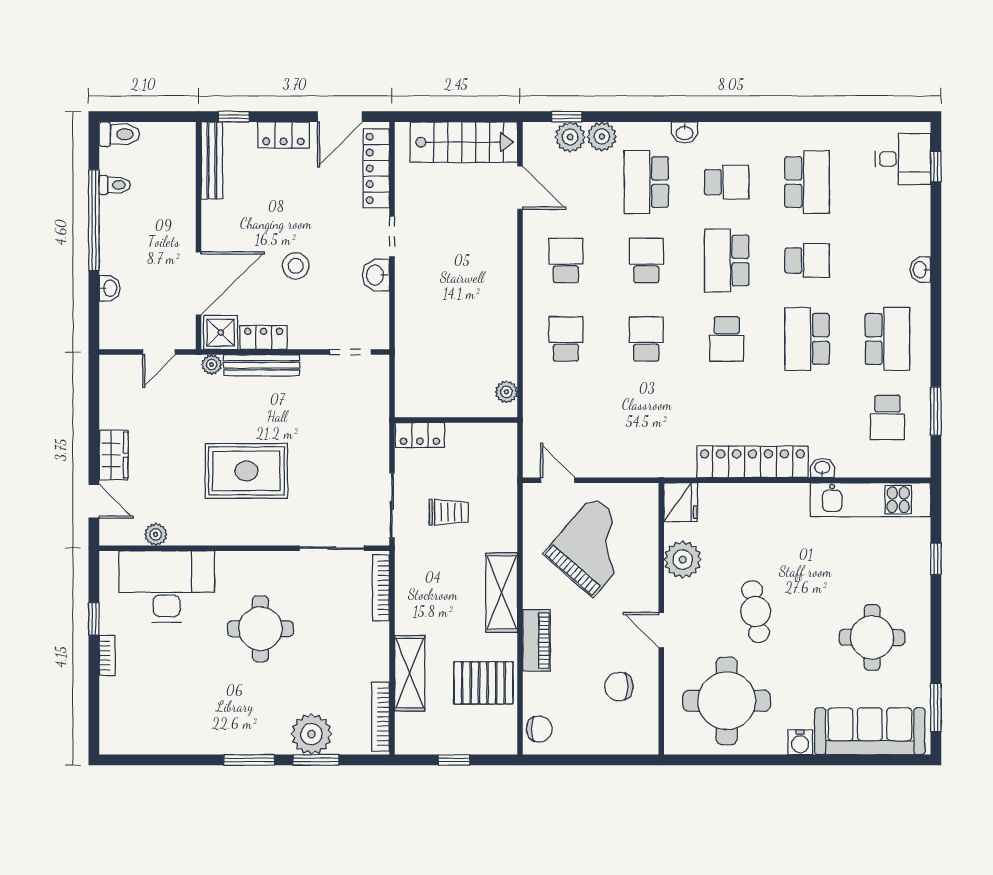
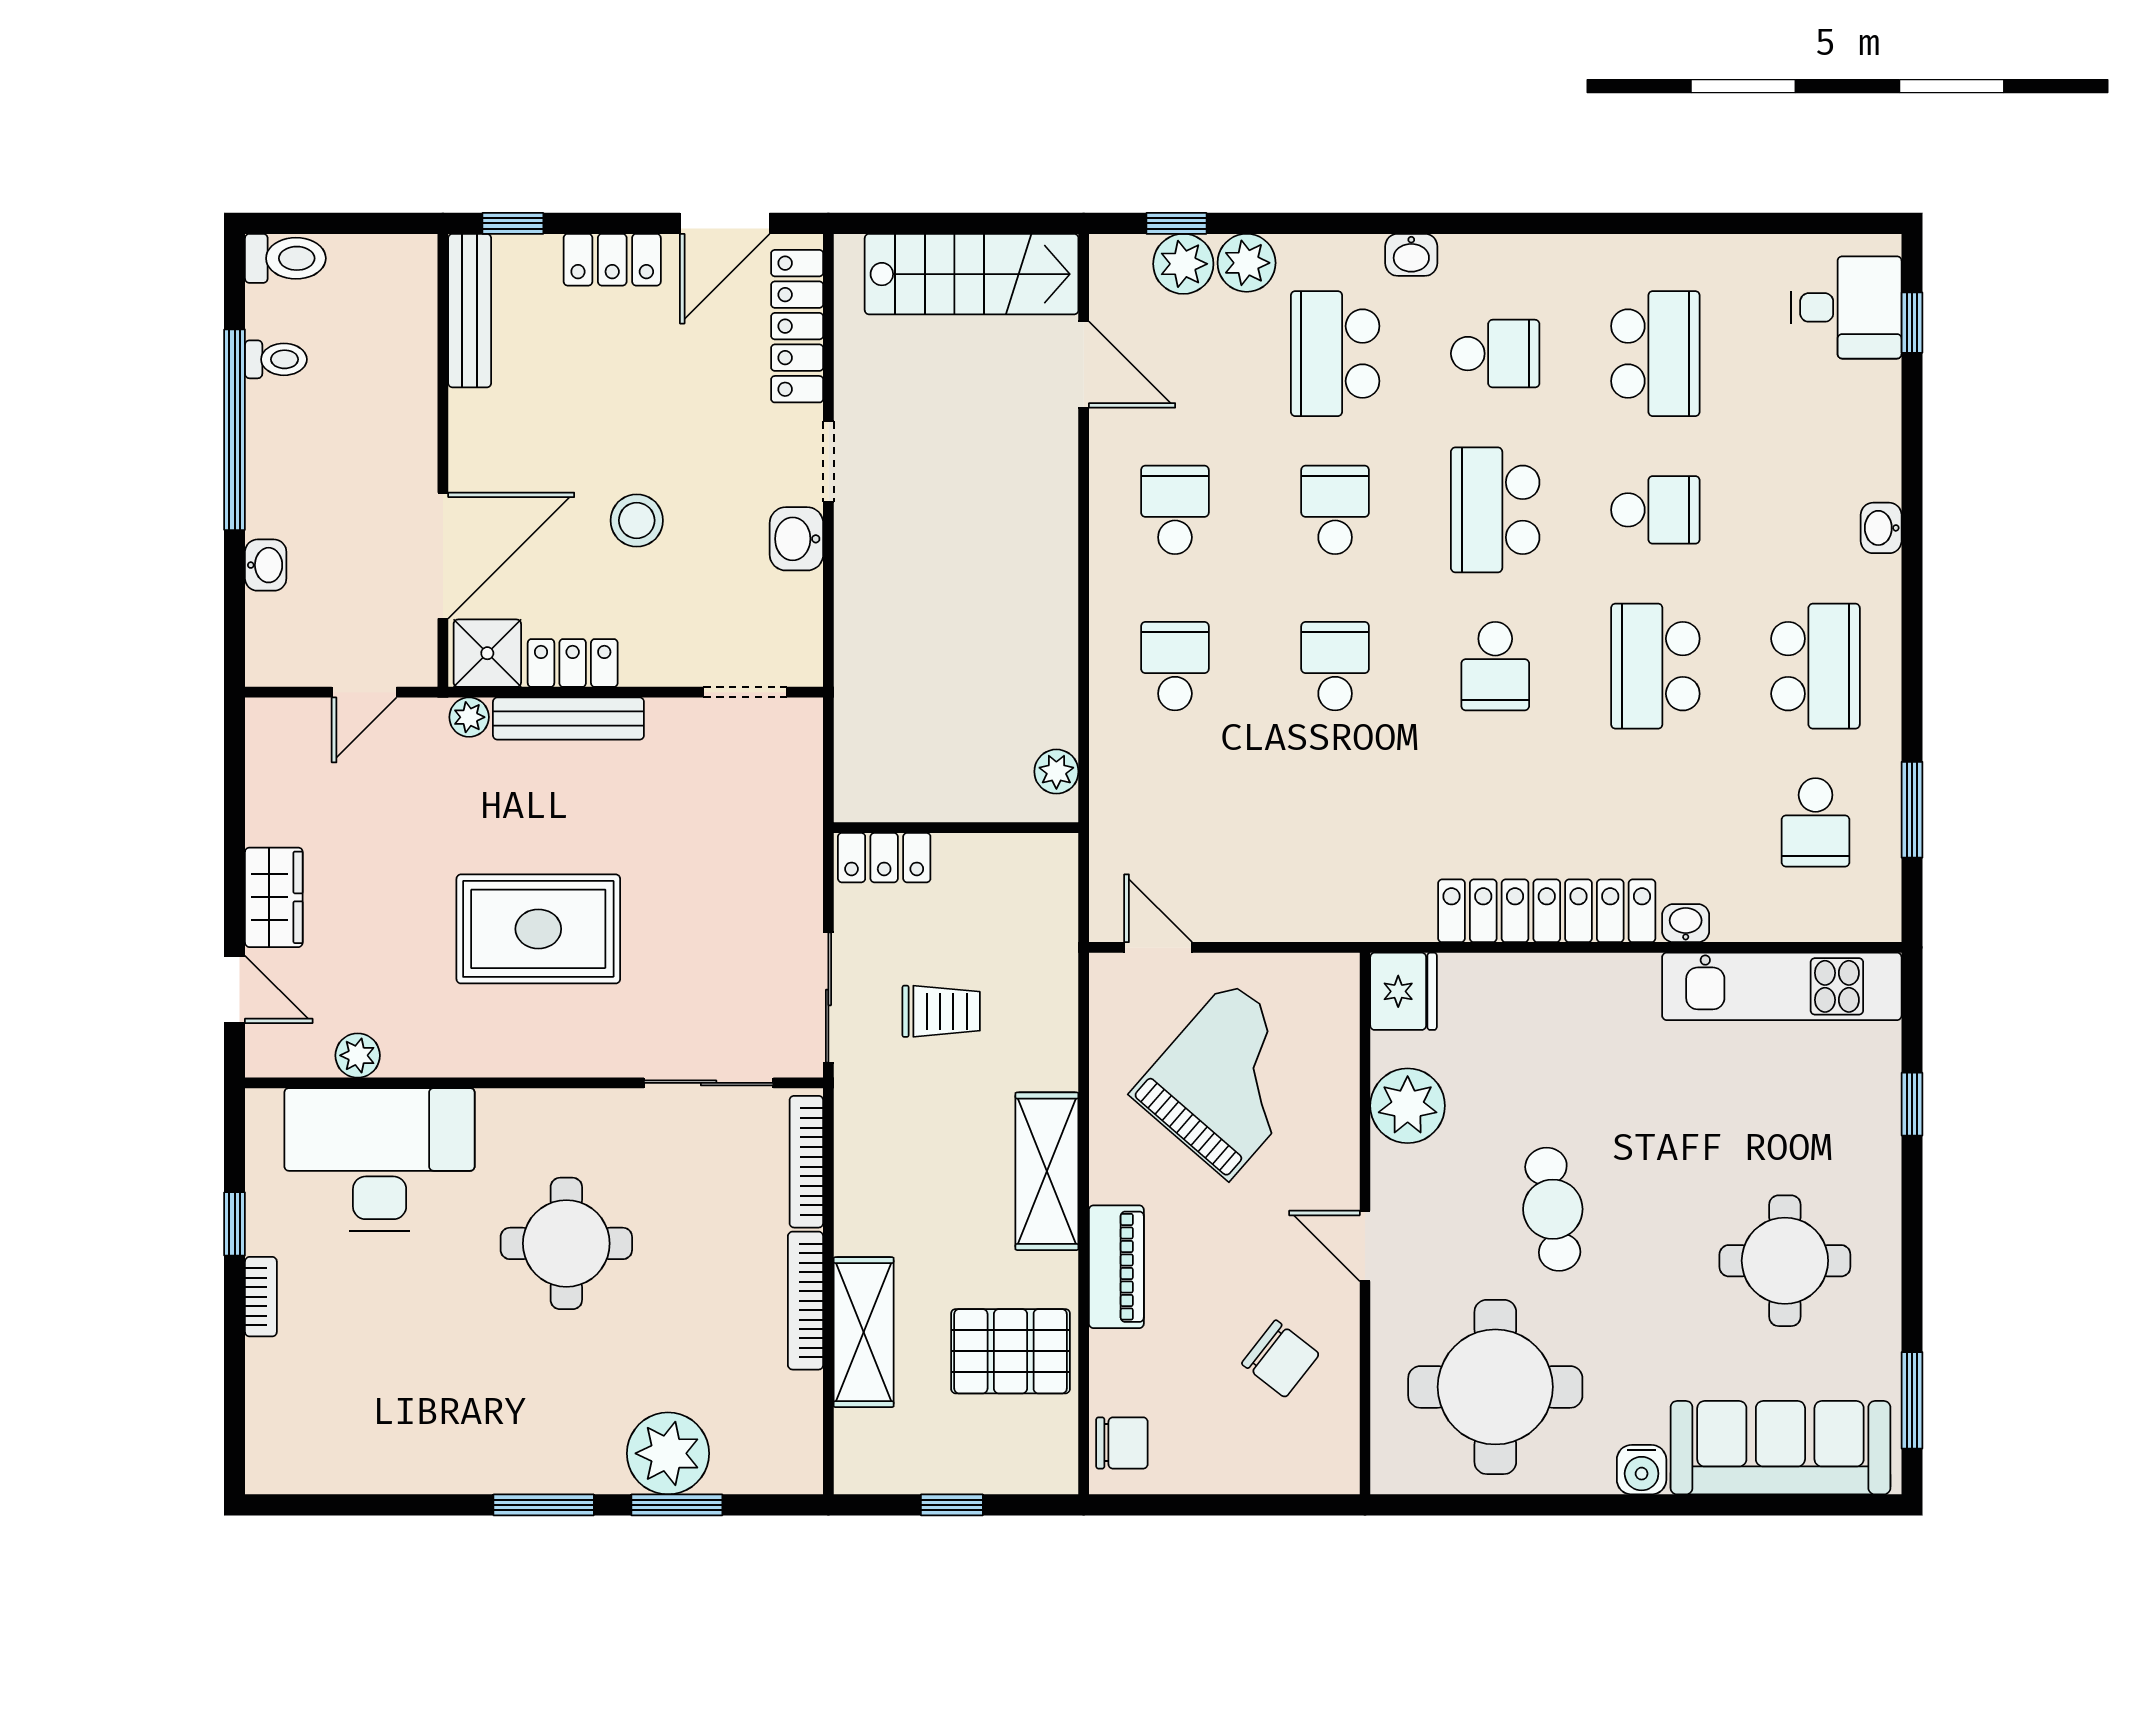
chair: (619, 687) -> (1280, 1359), turned -142
bookcase: (381, 717) -> (806, 1301), moved

